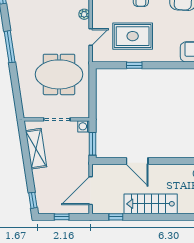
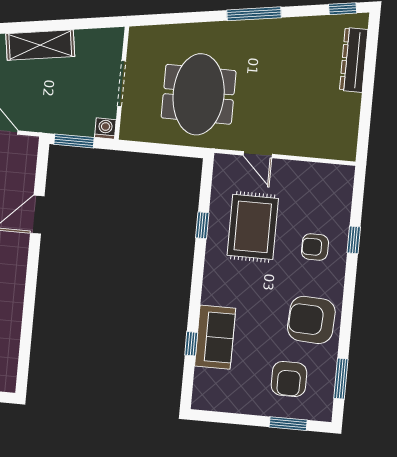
plant: (84, 14) -> (298, 147), removed
shelving: (36, 149) -> (40, 45), moved

